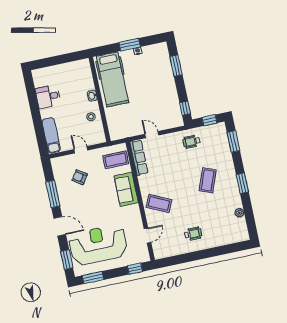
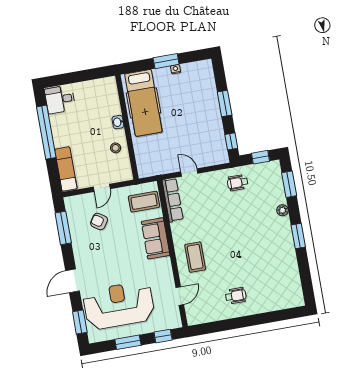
window: (176, 66) -> (225, 103), moved
desk: (48, 97) -> (60, 99), moved
window: (34, 106) -> (46, 132), added
door: (81, 150) -> (102, 188), swing flipped
coffee table: (208, 180) -> (256, 231), removed
window: (53, 194) -> (63, 228), moved
coffee table: (159, 203) -> (195, 257), turned 65
plant: (239, 213) -> (282, 210), moved
door: (60, 226) -> (73, 281), swing flipped
window: (93, 278) -> (128, 342), moved

